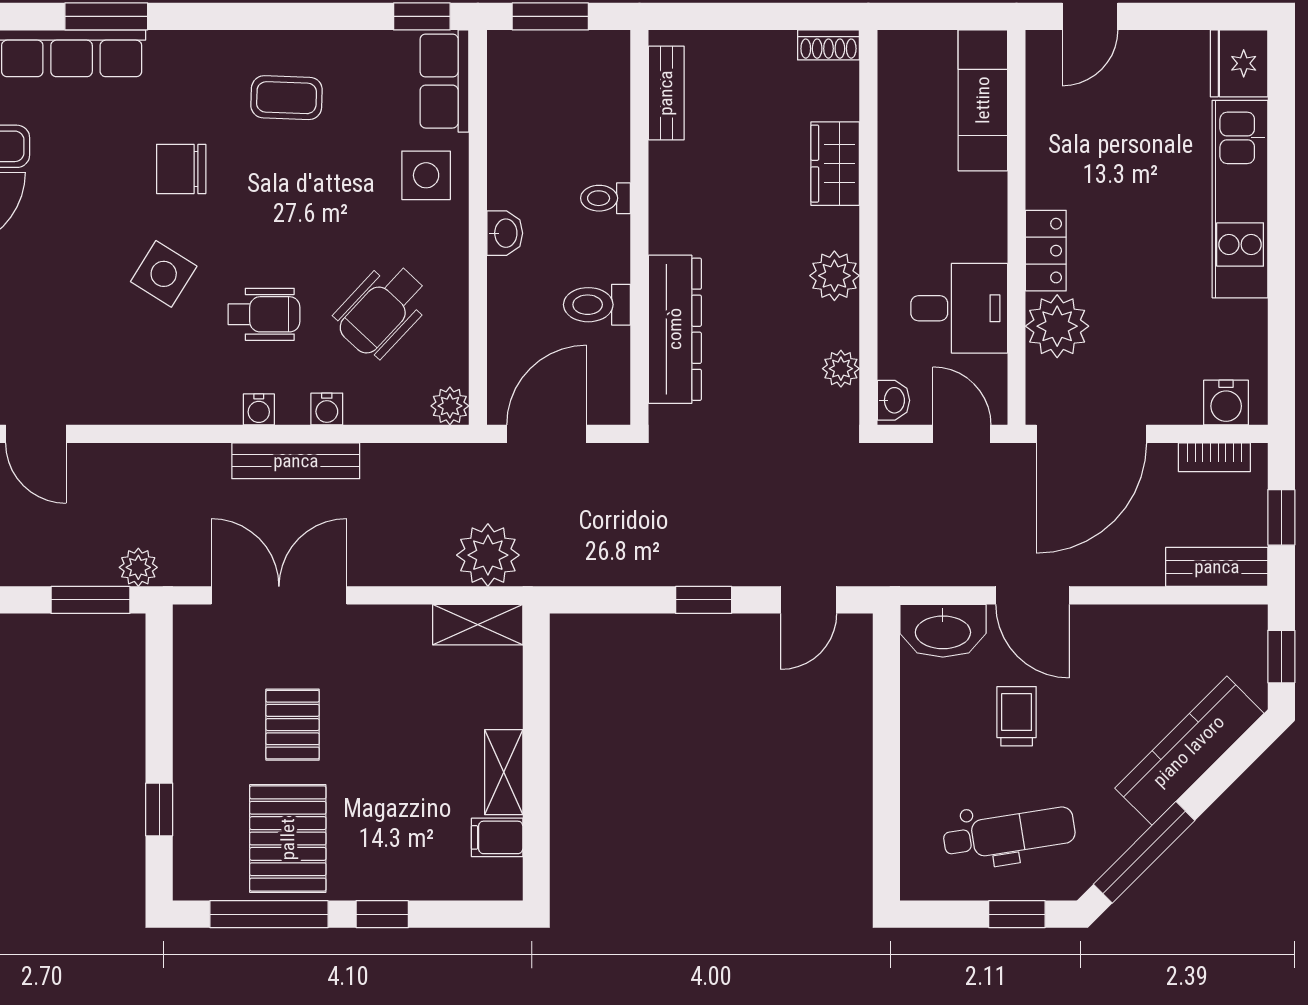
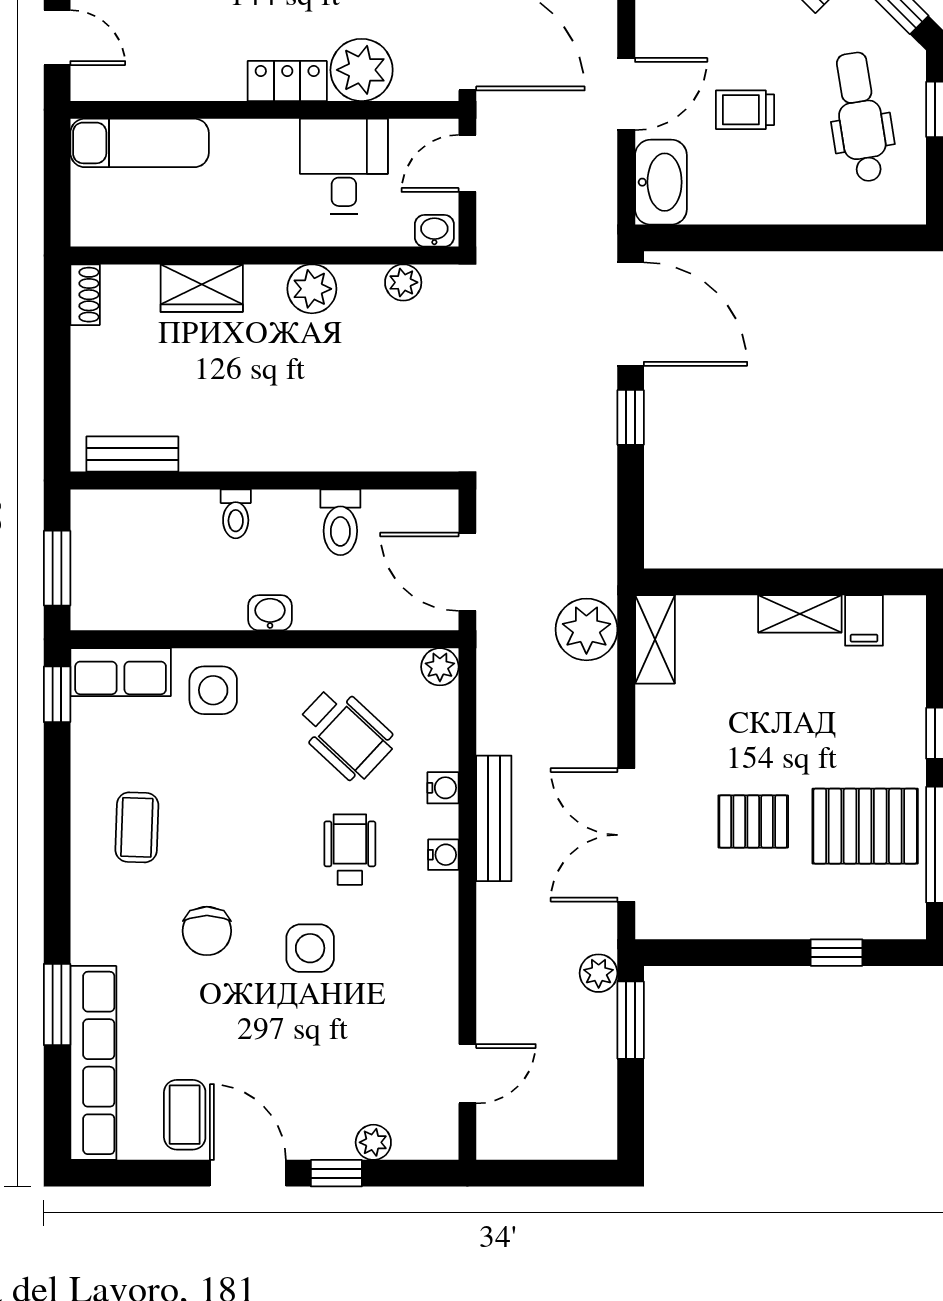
side table: (164, 274) -> (310, 948), turned -32
dresser: (675, 329) -> (365, 446), removed
door: (809, 600) -> (631, 314), width x1.87

